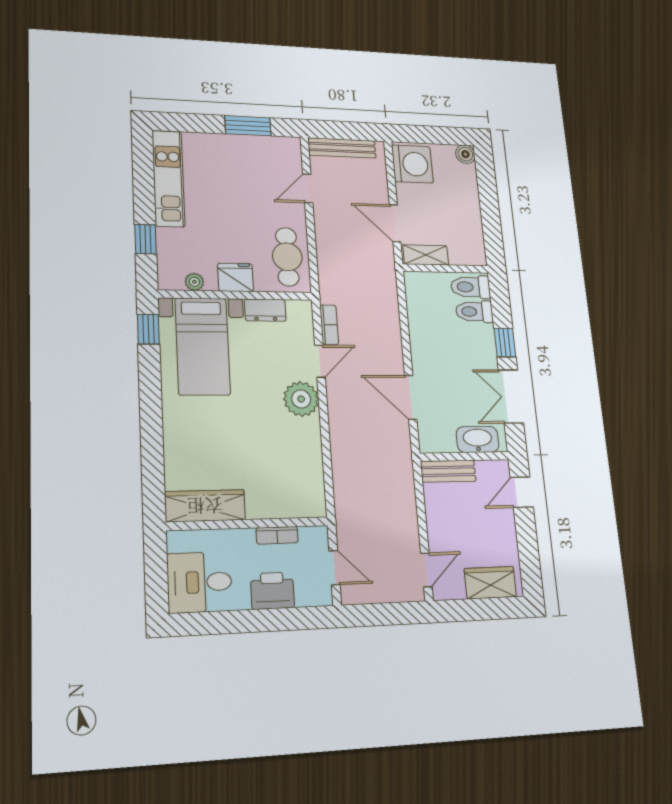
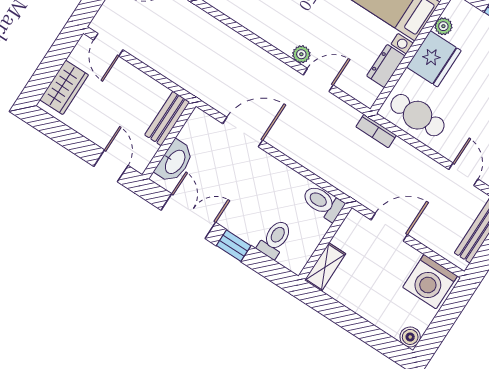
shelving: (426, 255) -> (325, 267), moved
fridge: (235, 277) -> (434, 59), width x1.36, depth x1.34
toilet: (470, 287) -> (323, 203), moved, turned -90
bookcase: (329, 325) -> (376, 131), moved
door: (320, 361) -> (318, 80), swing flipped
plant: (301, 399) -> (301, 54), width x0.53, depth x0.53

